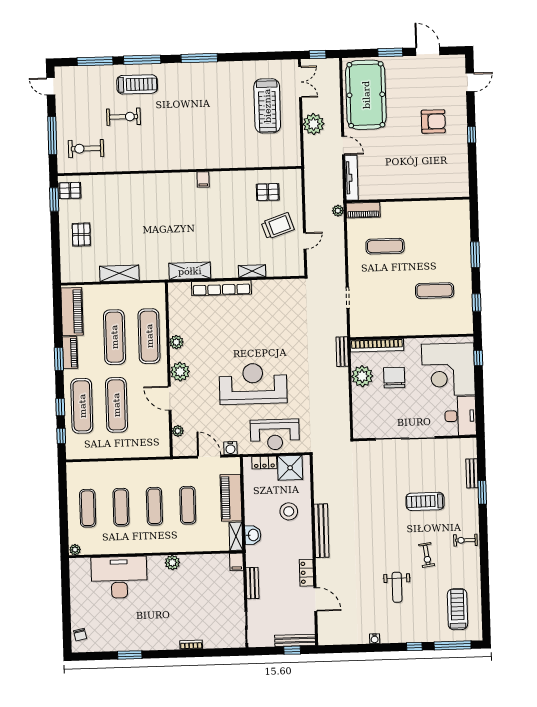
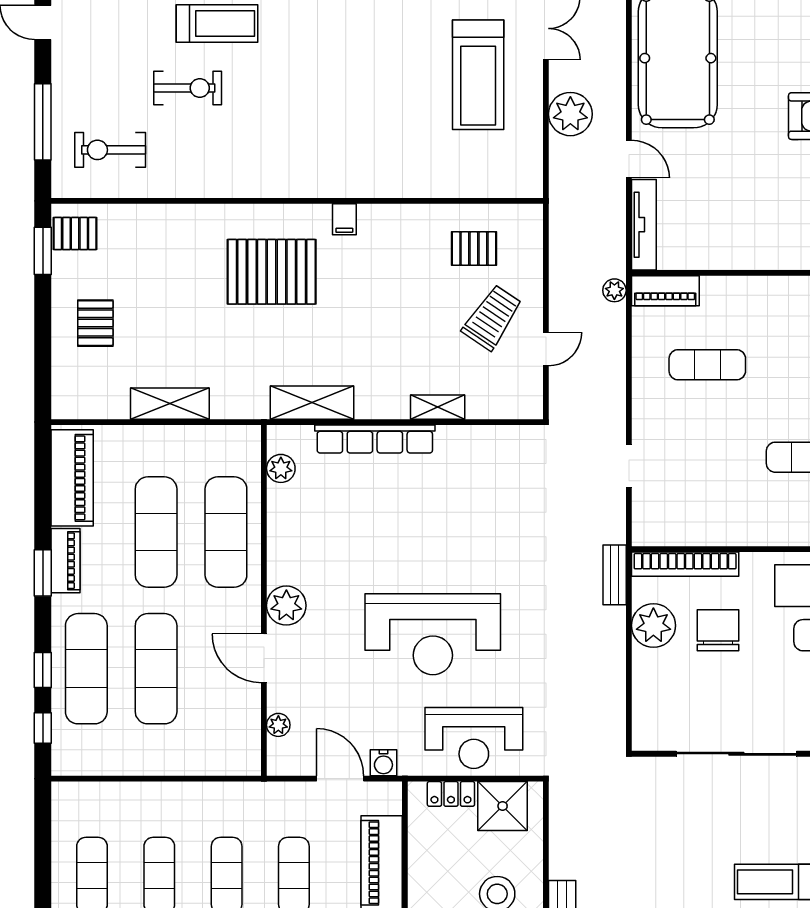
pallet: (168, 207) -> (272, 272), added
trolley: (278, 226) -> (492, 317), turned -37
plant: (176, 342) -> (281, 468), moved
reception desk: (253, 384) -> (433, 634), turned 180

